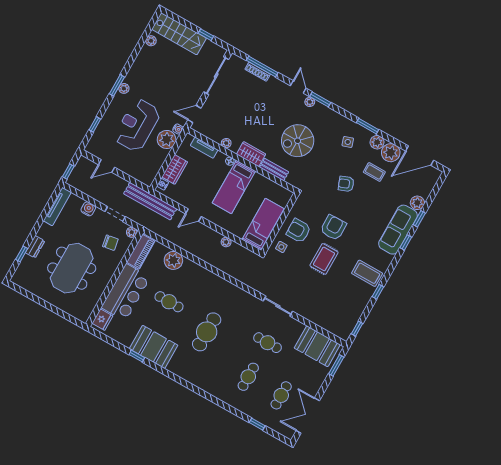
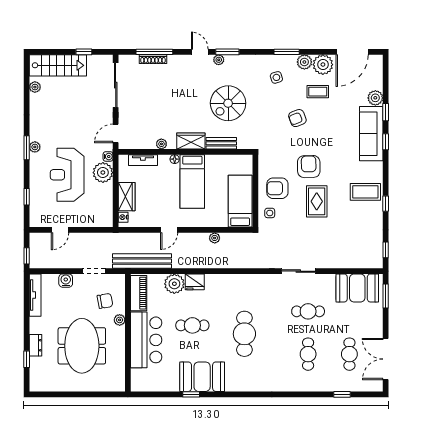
bench: (150, 201) -> (142, 261), moved
plant: (132, 232) -> (120, 320), moved
fridge: (102, 320) -> (195, 282), moved, turned 90

